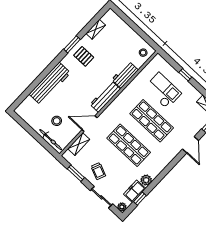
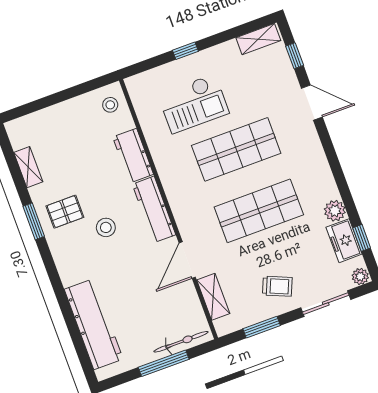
workbench: (50, 83) -> (94, 324), moved
checkout: (163, 91) -> (193, 104), turned 180
stool: (57, 121) -> (106, 227), moved
window: (37, 137) -> (164, 363), added

